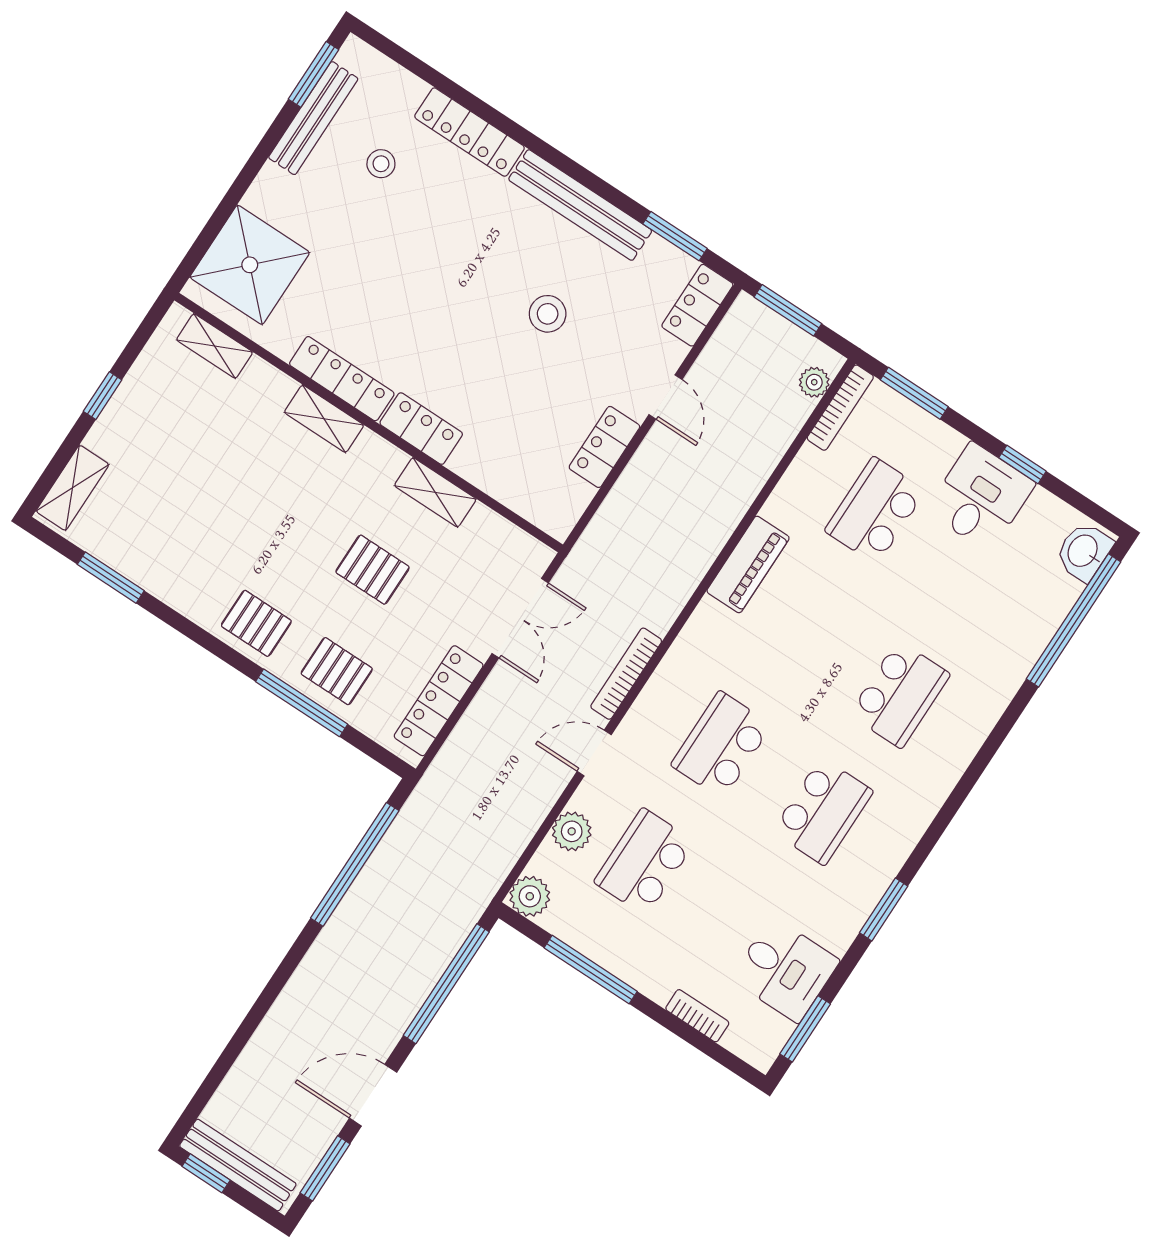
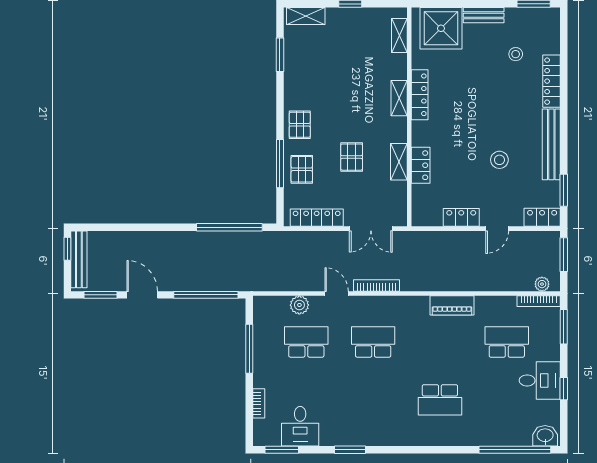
bench: (313, 118) -> (484, 15), moved, width x0.73
locker: (421, 429) -> (421, 165), moved
school desk: (823, 811) -> (373, 400), removed
plant: (530, 896) -> (263, 305), removed

